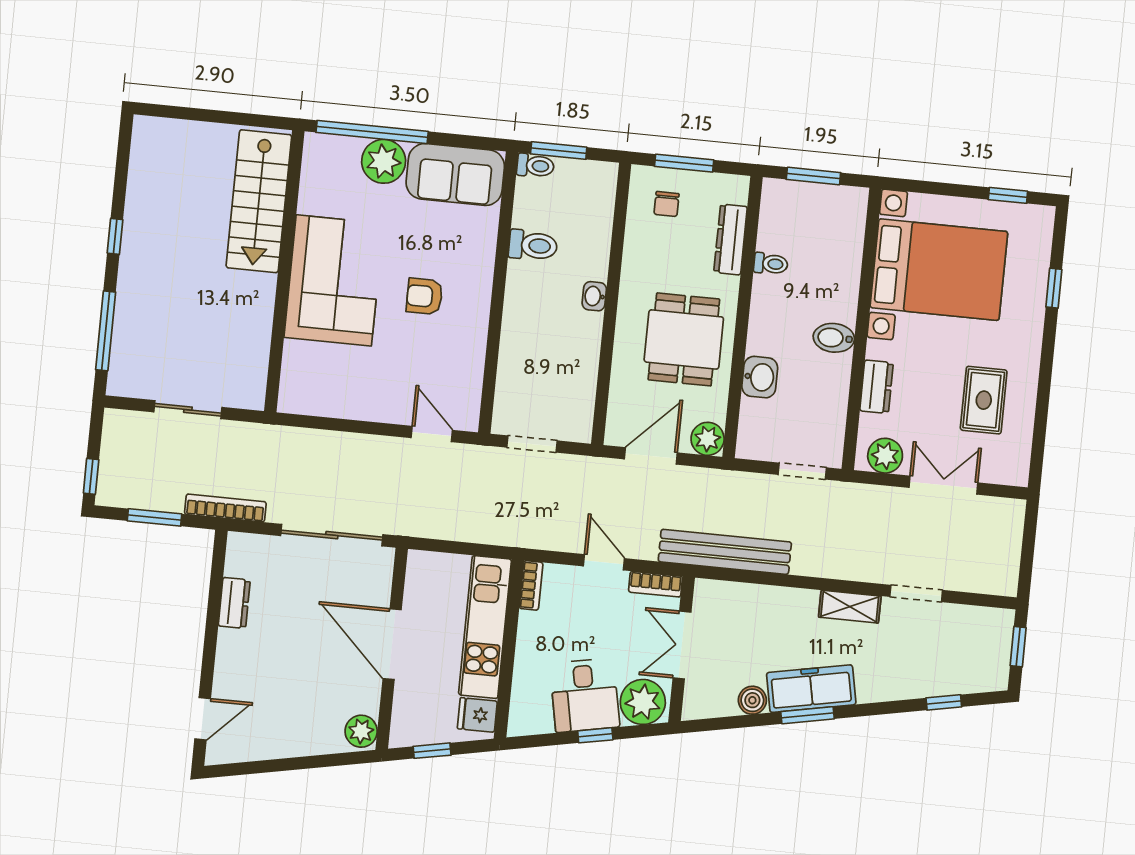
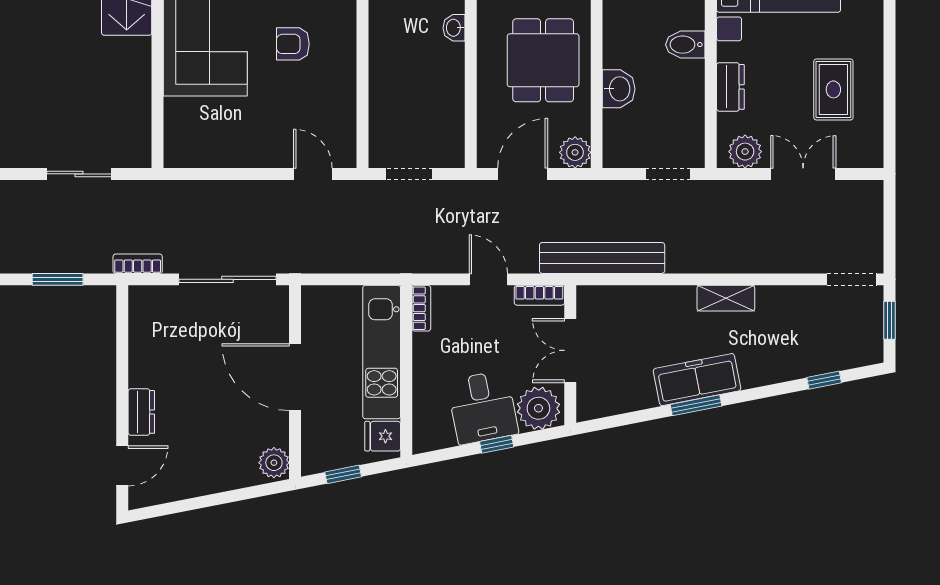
bookcase: (225, 508) -> (138, 264), width x0.64
doorway: (916, 593) -> (852, 279), moved
dresser: (234, 603) -> (141, 412), moved
boiler: (752, 700) -> (642, 396), removed

